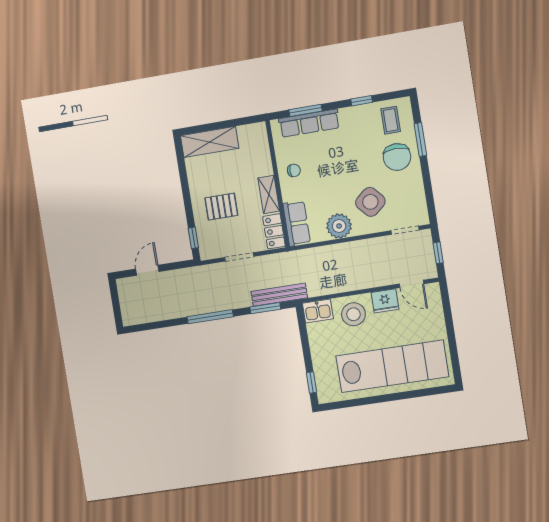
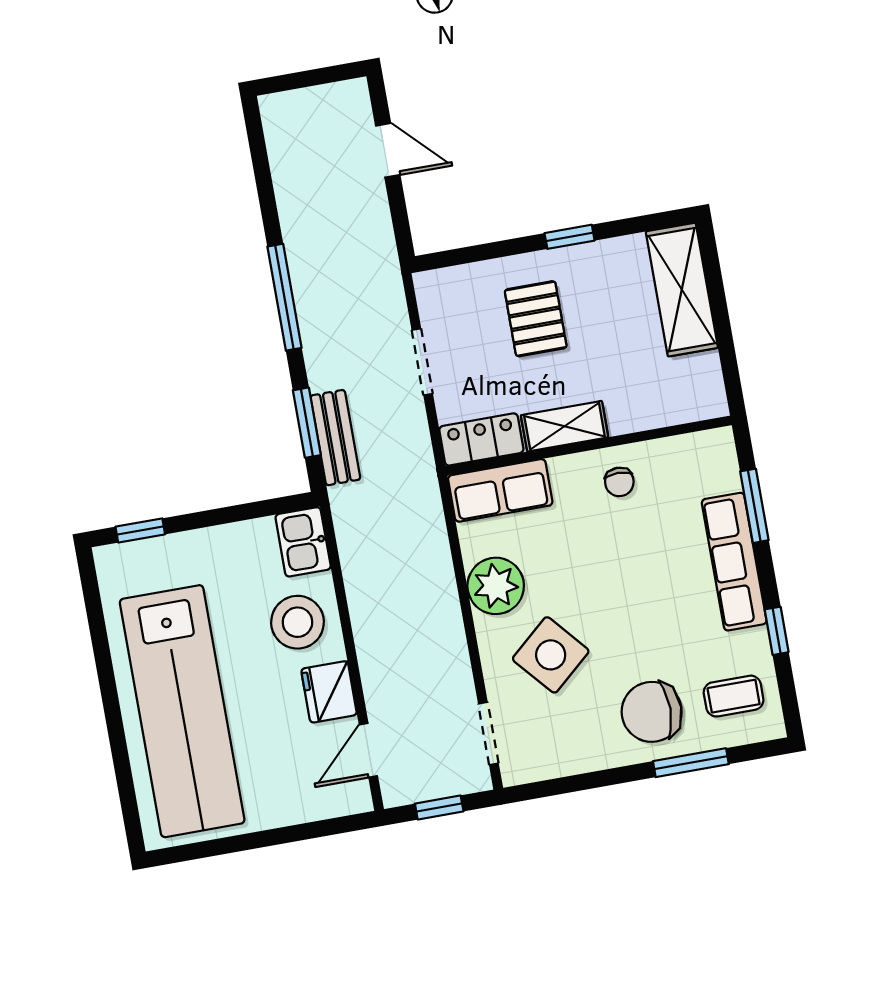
row of seats: (309, 123) -> (734, 562), moved
window: (193, 238) -> (570, 237), moved
bench: (279, 295) -> (335, 438), width x0.73

